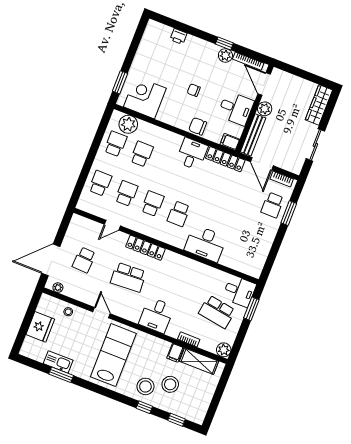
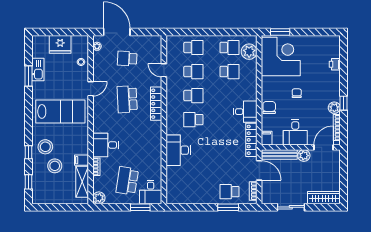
corner desk: (145, 98) -> (281, 57), width x1.36, depth x1.36
door: (262, 164) -> (259, 170), swing flipped
desk: (156, 315) -> (106, 145), moved

